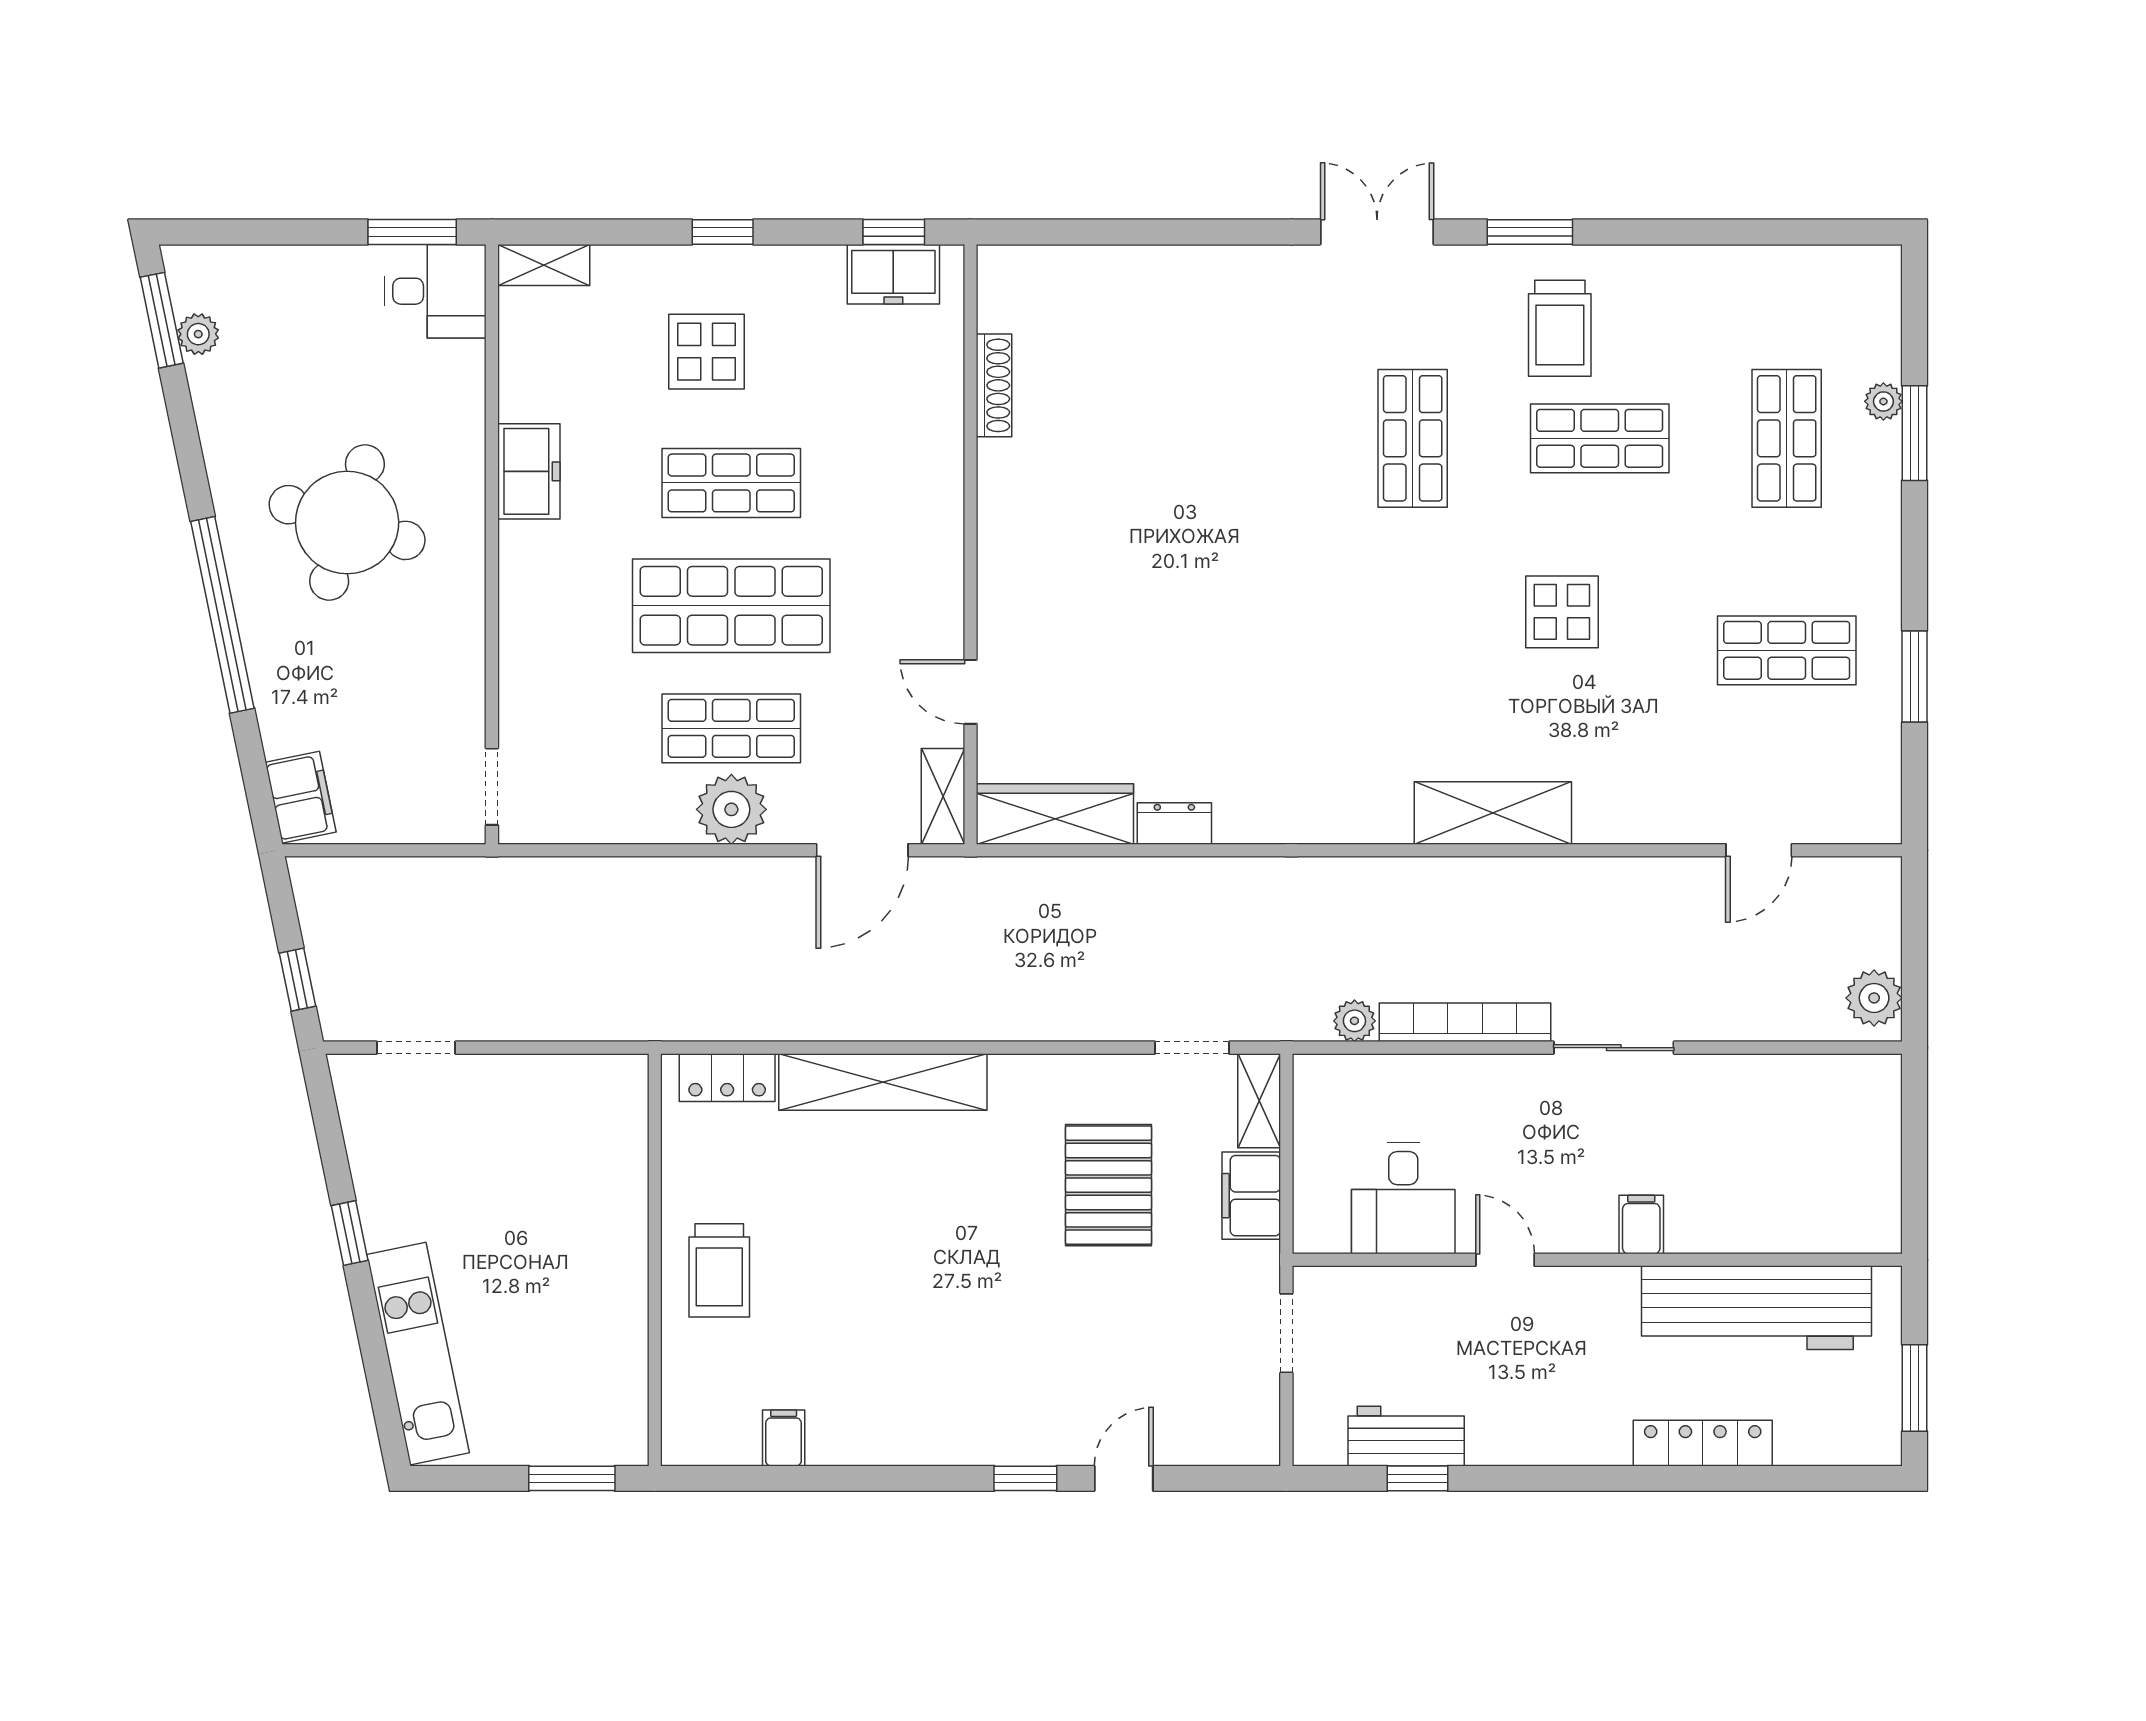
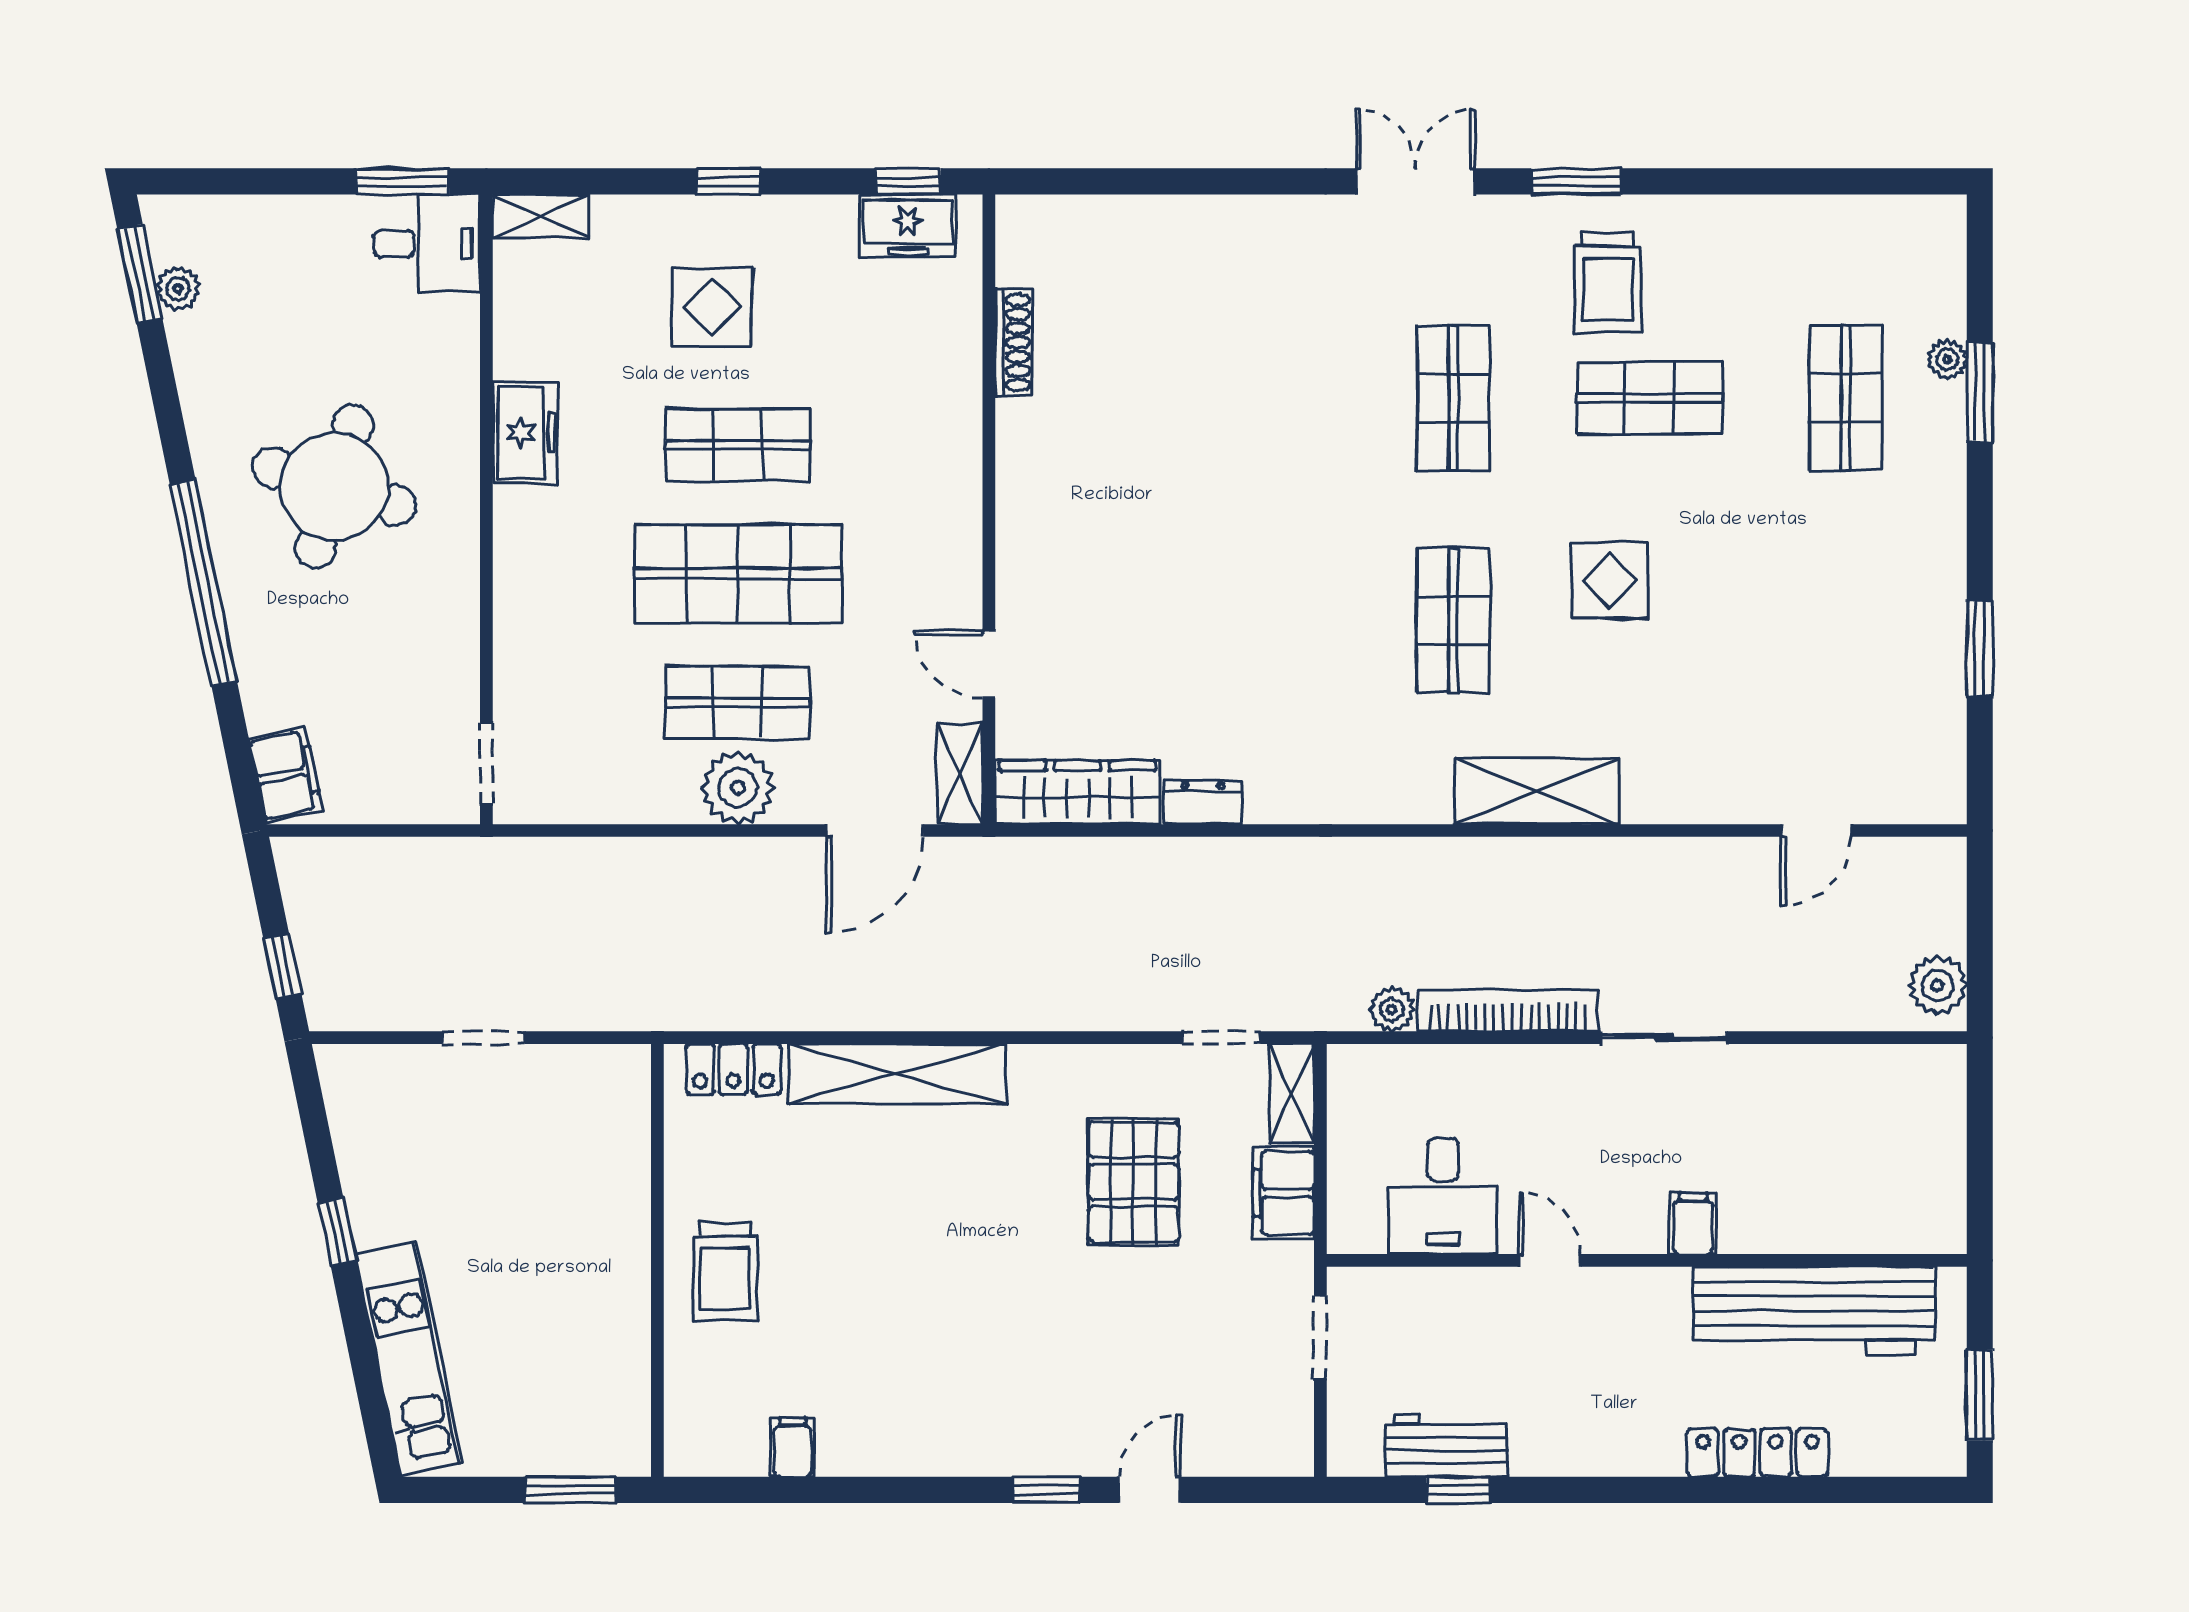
shop shelf: (1787, 650) -> (1453, 621), moved, turned 90
doorway: (416, 1048) -> (484, 1038), moved

